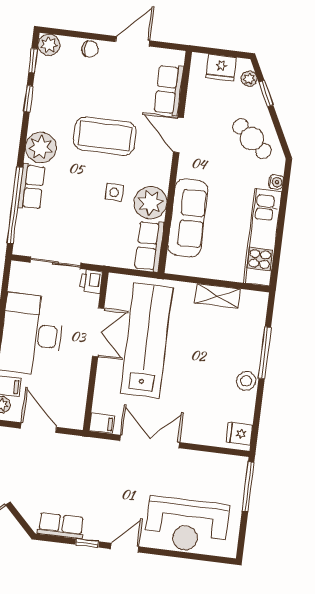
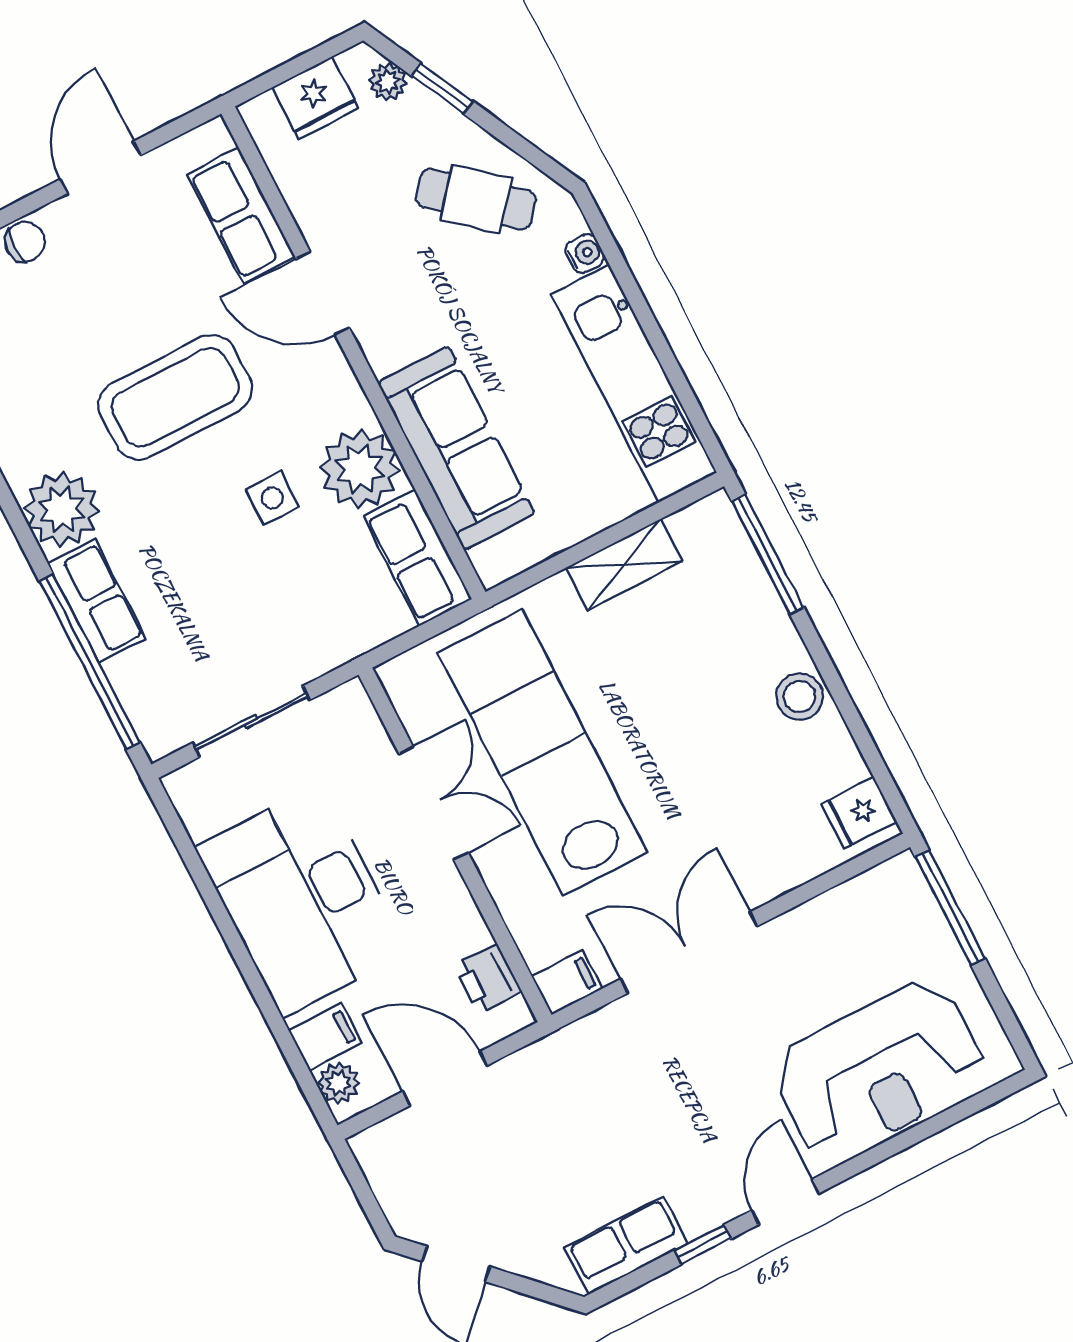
printer: (91, 281) -> (488, 979), moved
window: (265, 353) -> (768, 554), moved

